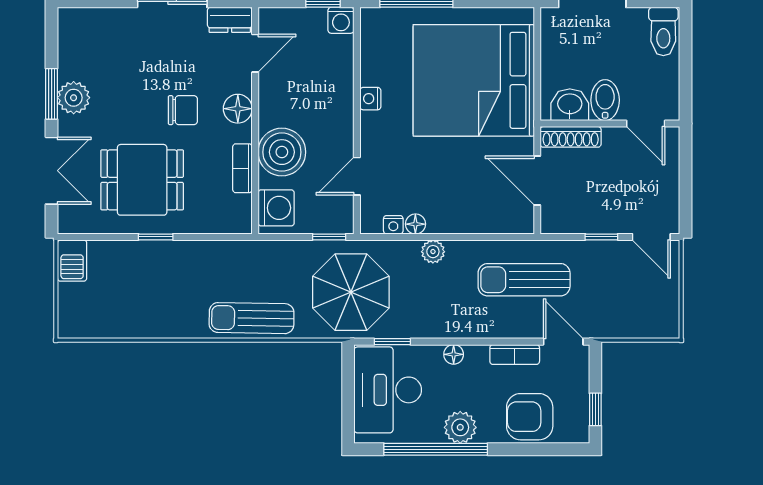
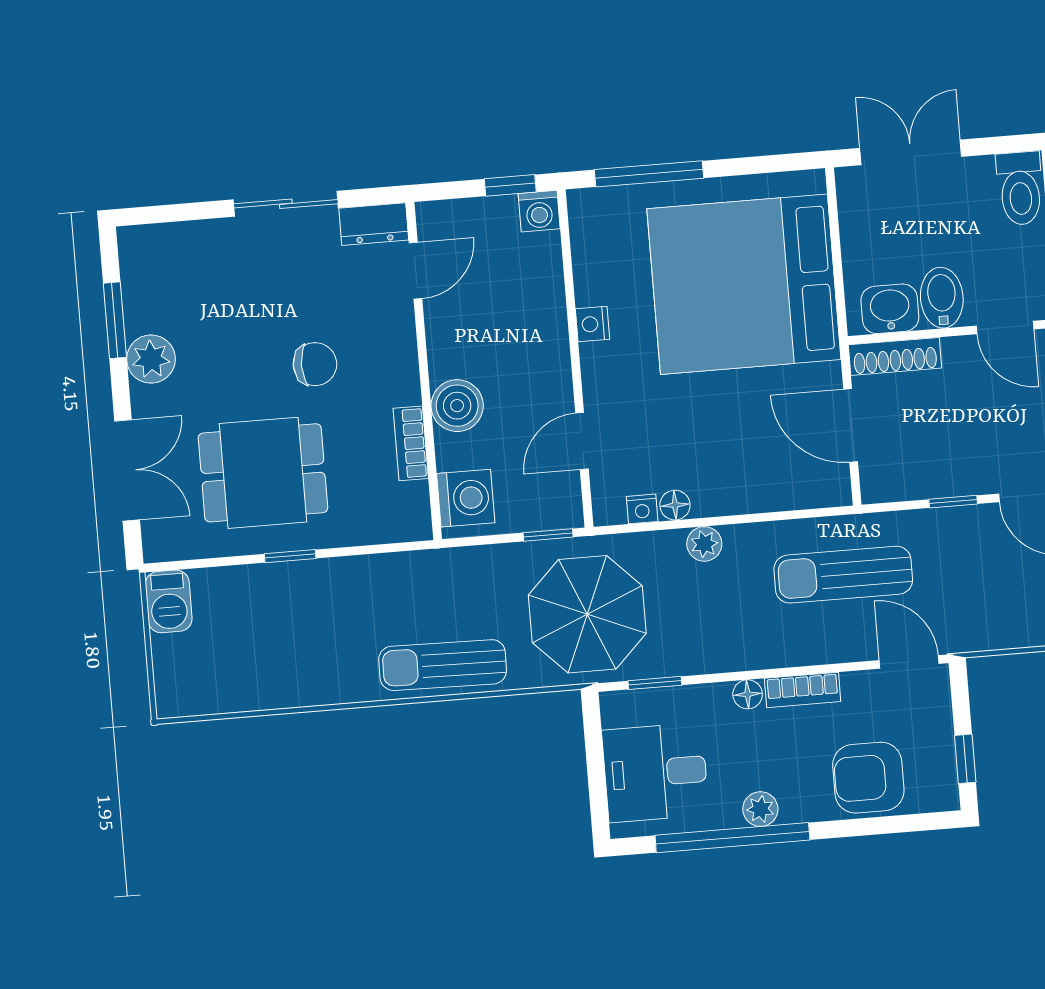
window: (52, 94) -> (115, 320), moved
floor lamp: (238, 109) -> (397, 355), removed
boiler: (282, 152) -> (457, 406), width x0.73, depth x0.73
bookcase: (515, 354) -> (803, 690), moved
desk: (388, 390) -> (655, 773), width x0.73
plant: (460, 427) -> (760, 809), width x0.73, depth x0.73

